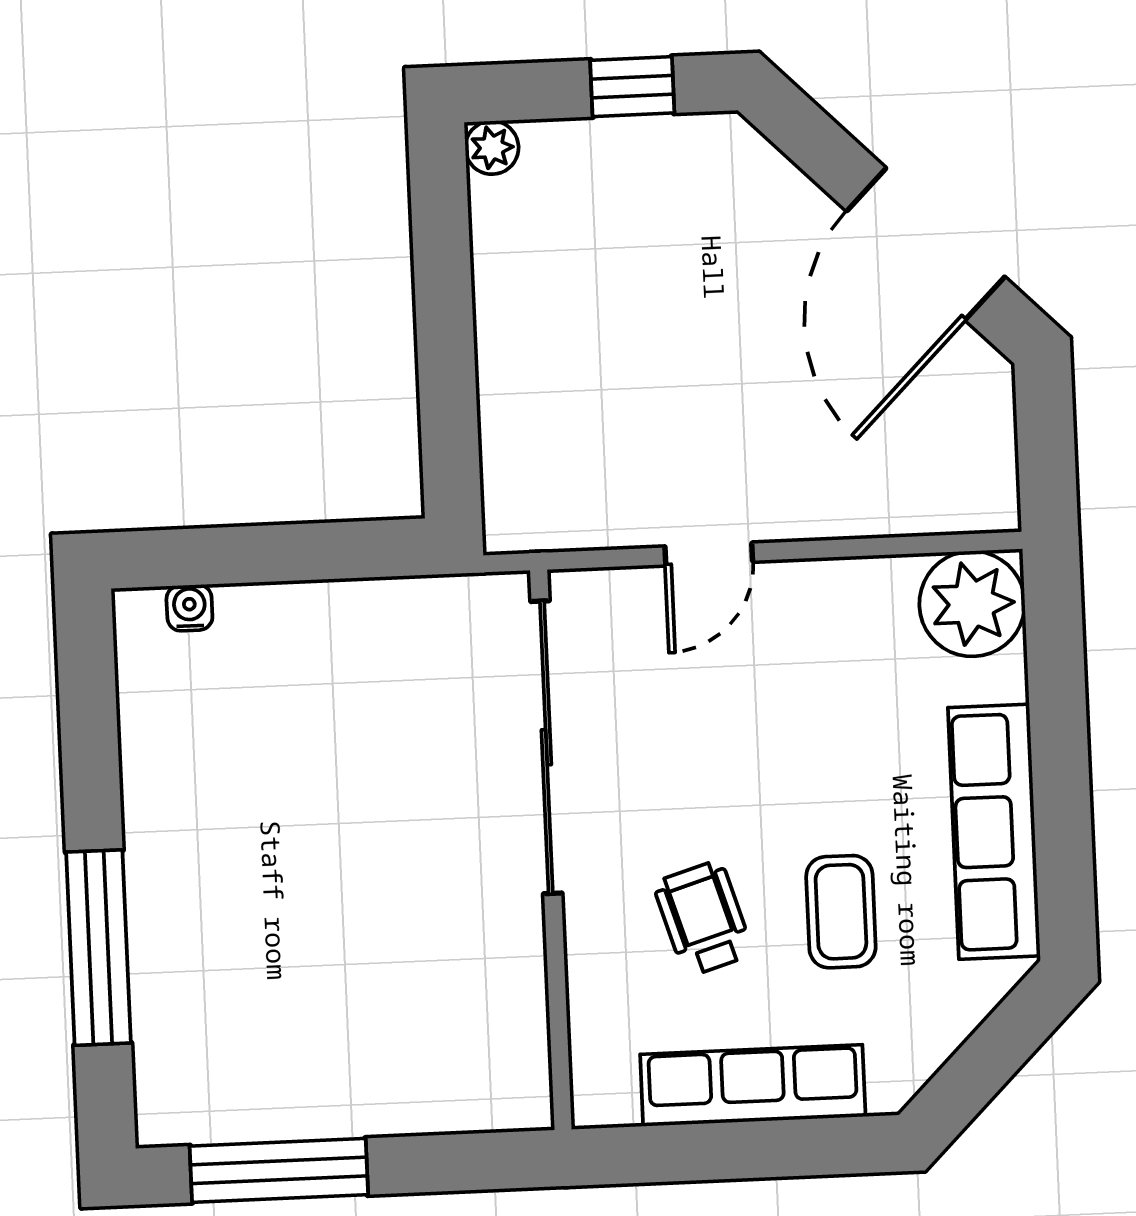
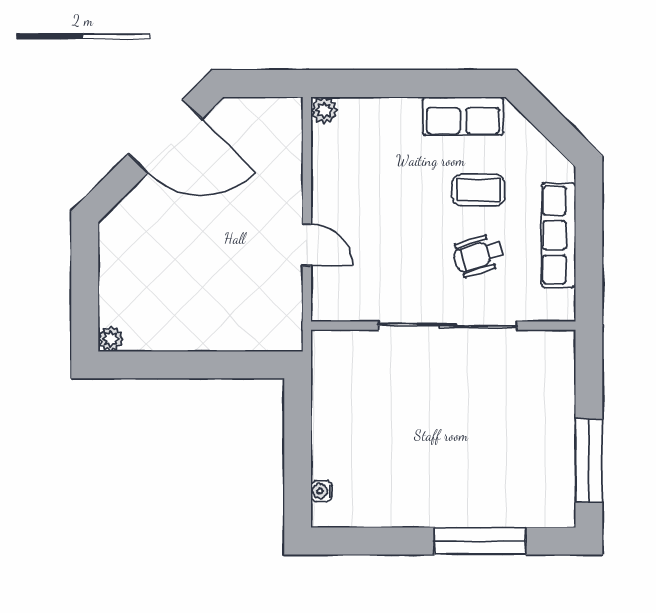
window: (632, 87) -> (85, 271), removed
plant: (972, 604) -> (324, 110), width x0.53, depth x0.53
sliding door: (546, 747) -> (448, 326), moved
row of seats: (994, 832) -> (463, 116), width x0.68

